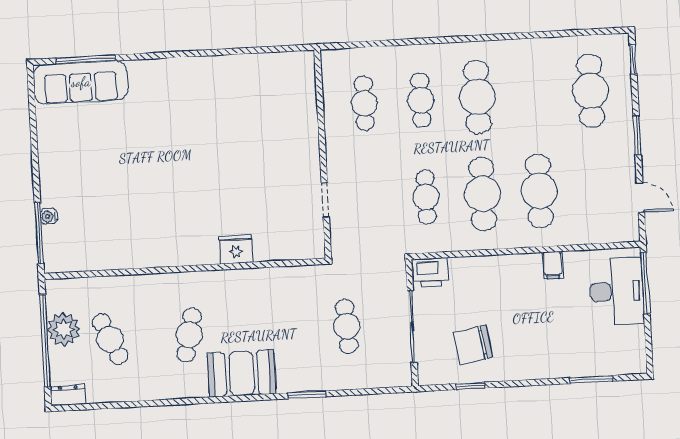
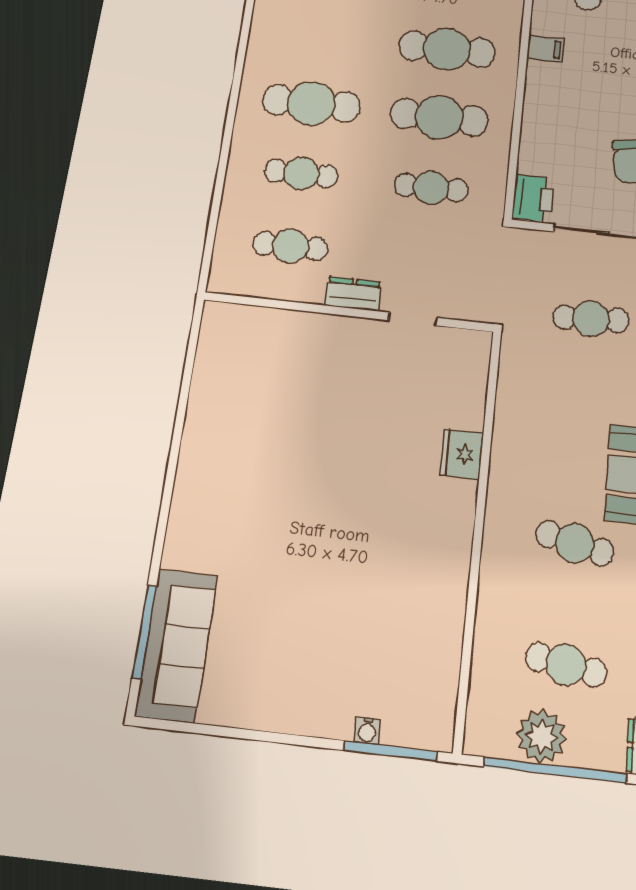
dresser: (337, 155) -> (353, 294), added
cafe table: (110, 339) -> (566, 665), turned 33

